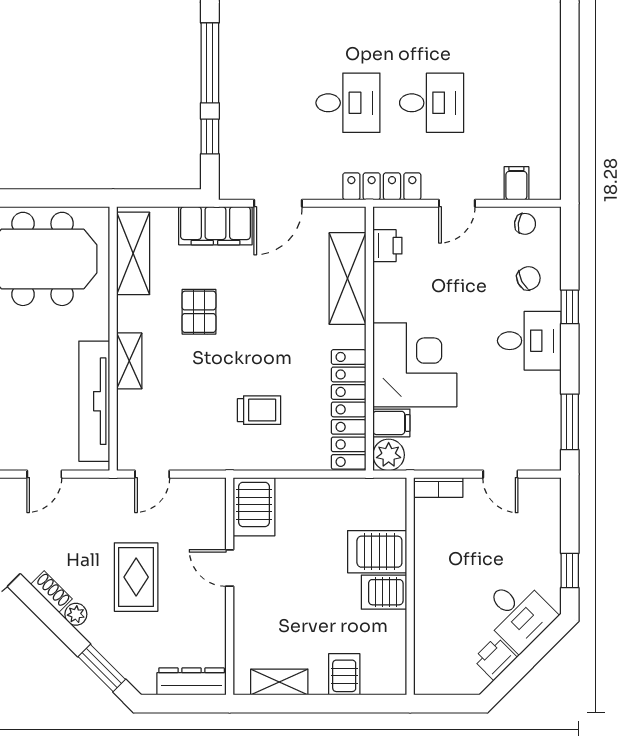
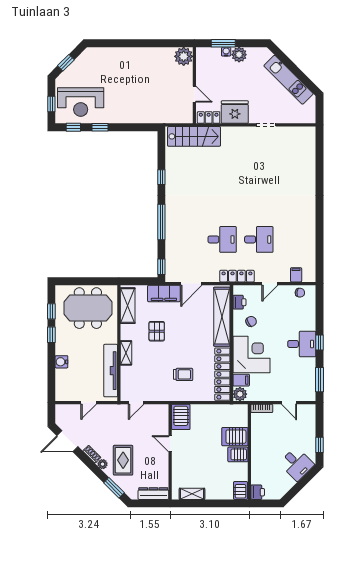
window: (210, 136) -> (161, 267), moved
chair: (529, 278) -> (251, 321), moved
shelving: (348, 279) -> (222, 317), width x1.47
window: (570, 307) -> (320, 342), moved
rug: (136, 577) -> (123, 460), moved
printer: (495, 658) -> (258, 492), moved, turned 135
server rack: (344, 674) -> (240, 490), moved

